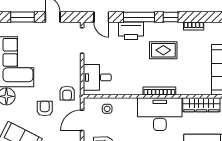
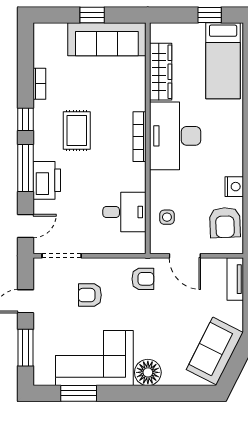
desk: (97, 77) -> (124, 212), moved, turned -90
armchair: (45, 109) -> (90, 295), moved

